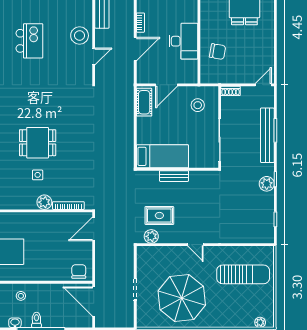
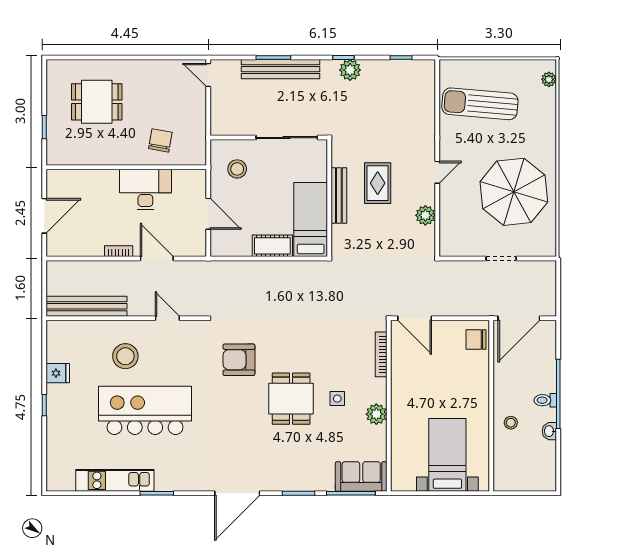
stool: (80, 36) -> (125, 356), moved
kitchen island: (29, 41) -> (145, 410), width x1.87, depth x1.28
shoe rack: (231, 91) -> (217, 122), removed
cot: (144, 102) -> (272, 246), moved
armchair: (65, 106) -> (239, 360), added
bench: (174, 176) -> (339, 195), width x1.36
plant: (44, 202) -> (376, 414), moved
rug: (159, 216) -> (378, 183), moved
plant: (151, 236) -> (425, 215), moved
sun lounger: (243, 274) -> (480, 104), turned -85

